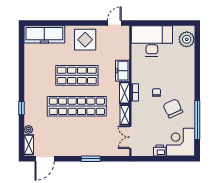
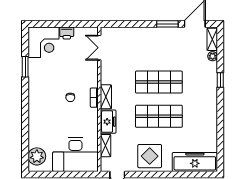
shop shelf: (77, 106) -> (159, 82), width x0.71
chair: (173, 108) -> (52, 80), removed
shelving: (125, 115) -> (106, 146), moved
window: (197, 120) -> (25, 67), width x0.47
double door: (130, 137) -> (99, 48), swing flipped
window: (91, 159) -> (167, 24), moved

